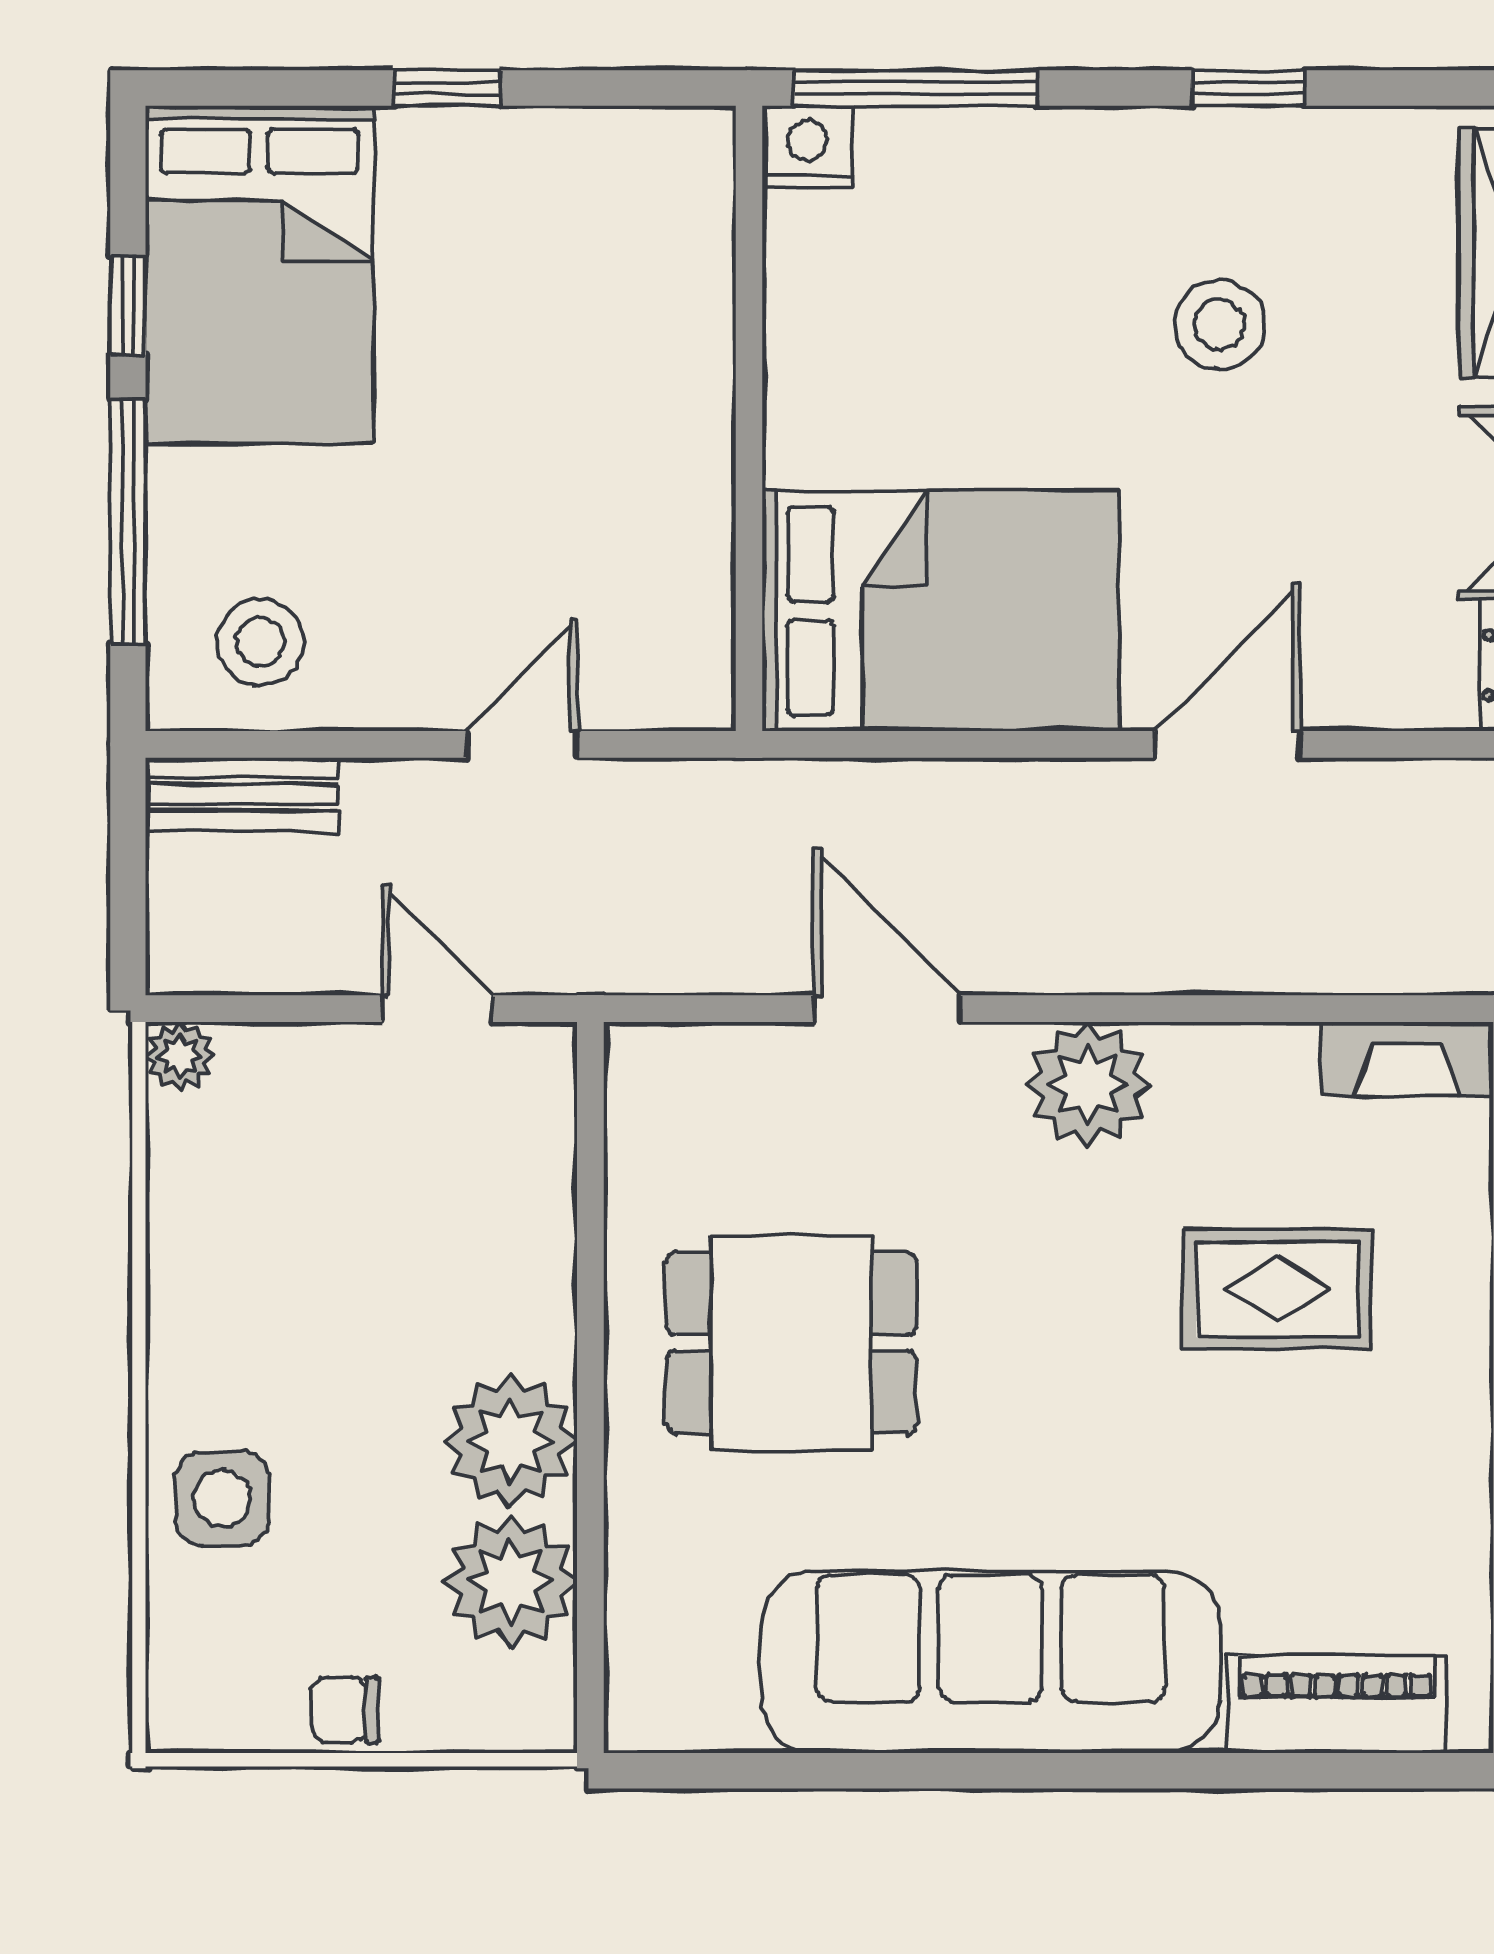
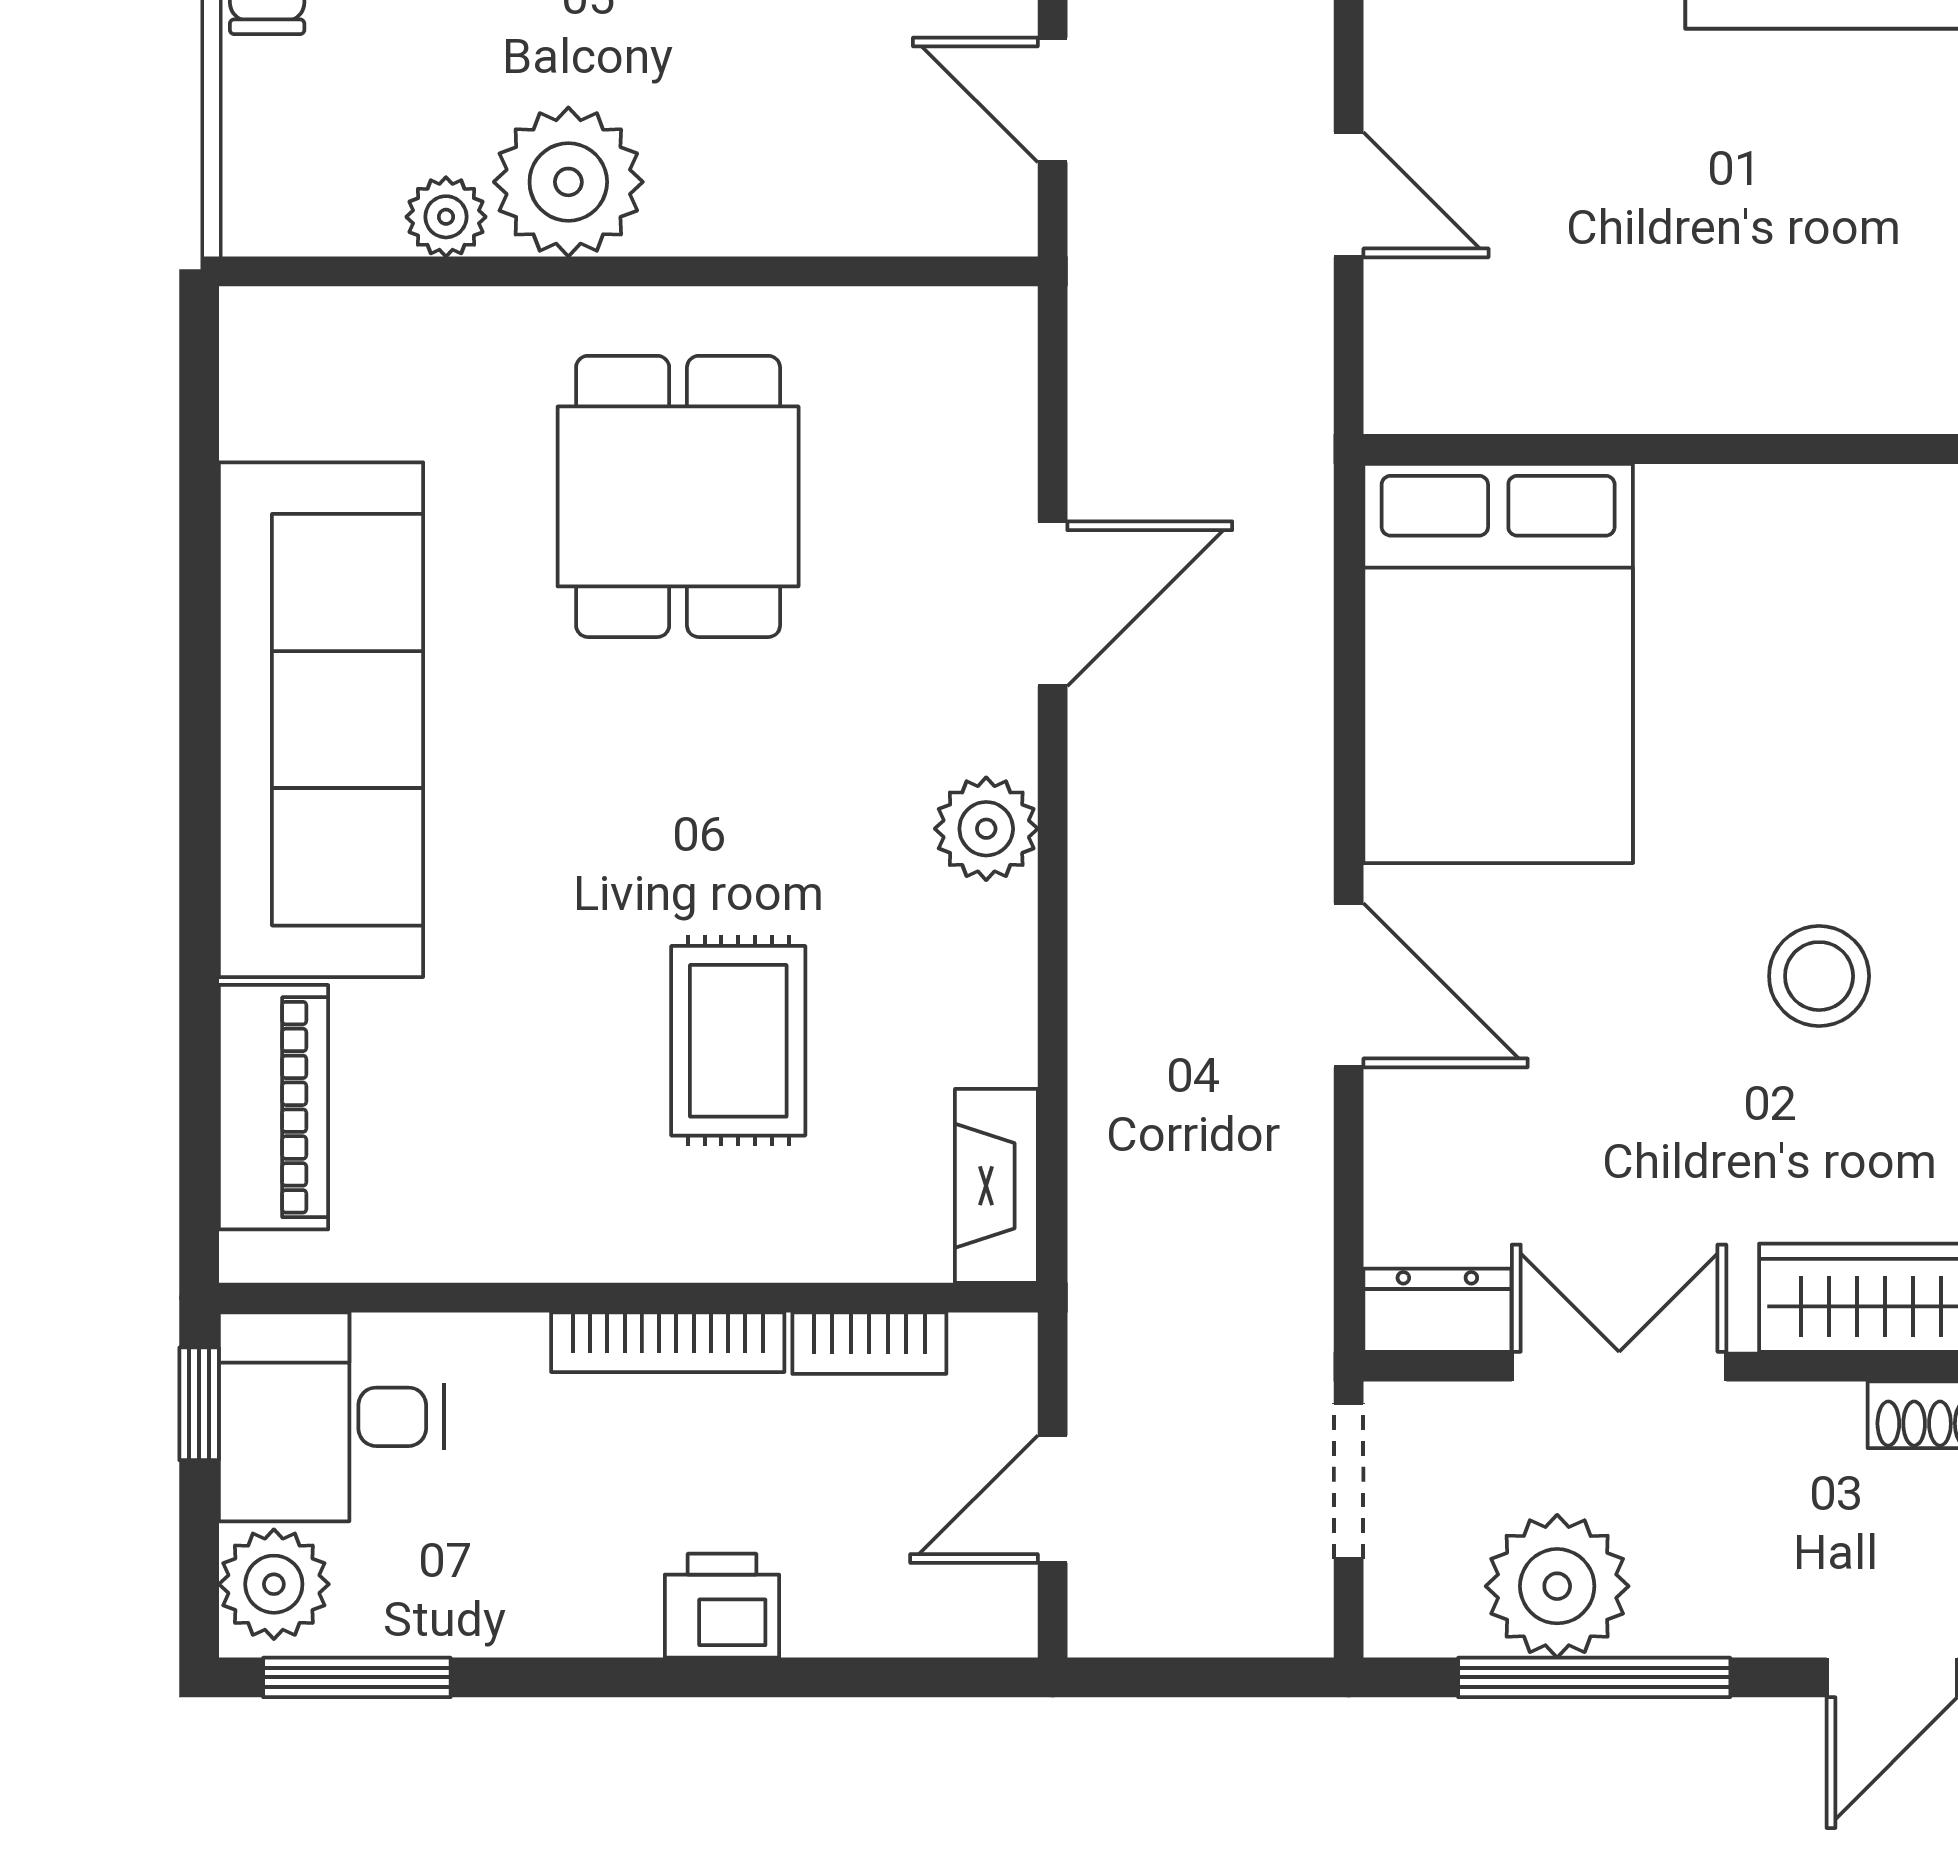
door: (437, 1009) -> (1053, 100), swing flipped
plant: (1088, 1085) -> (986, 829), width x0.73, depth x0.73
plant: (511, 1581) -> (446, 217), width x0.53, depth x0.53

